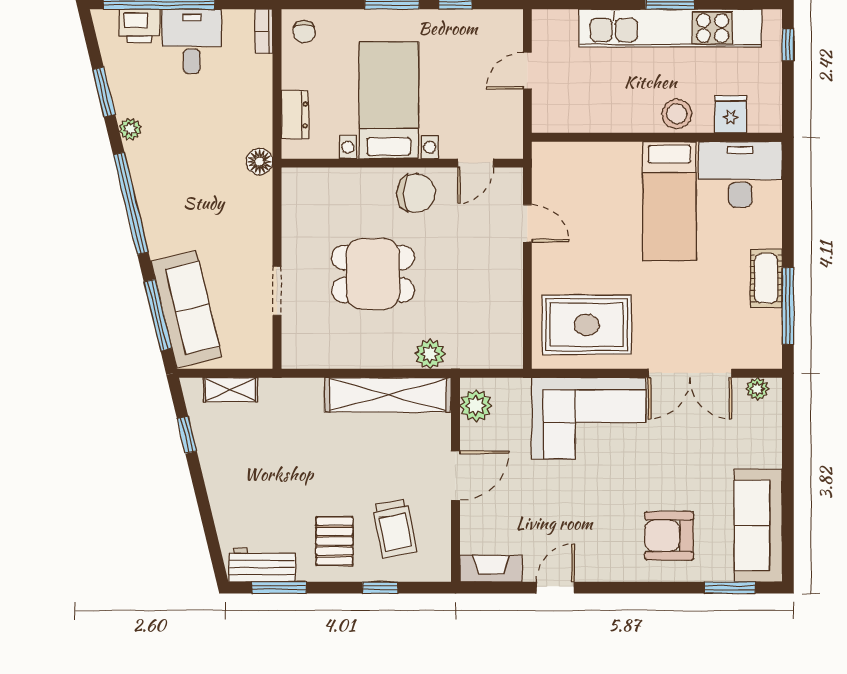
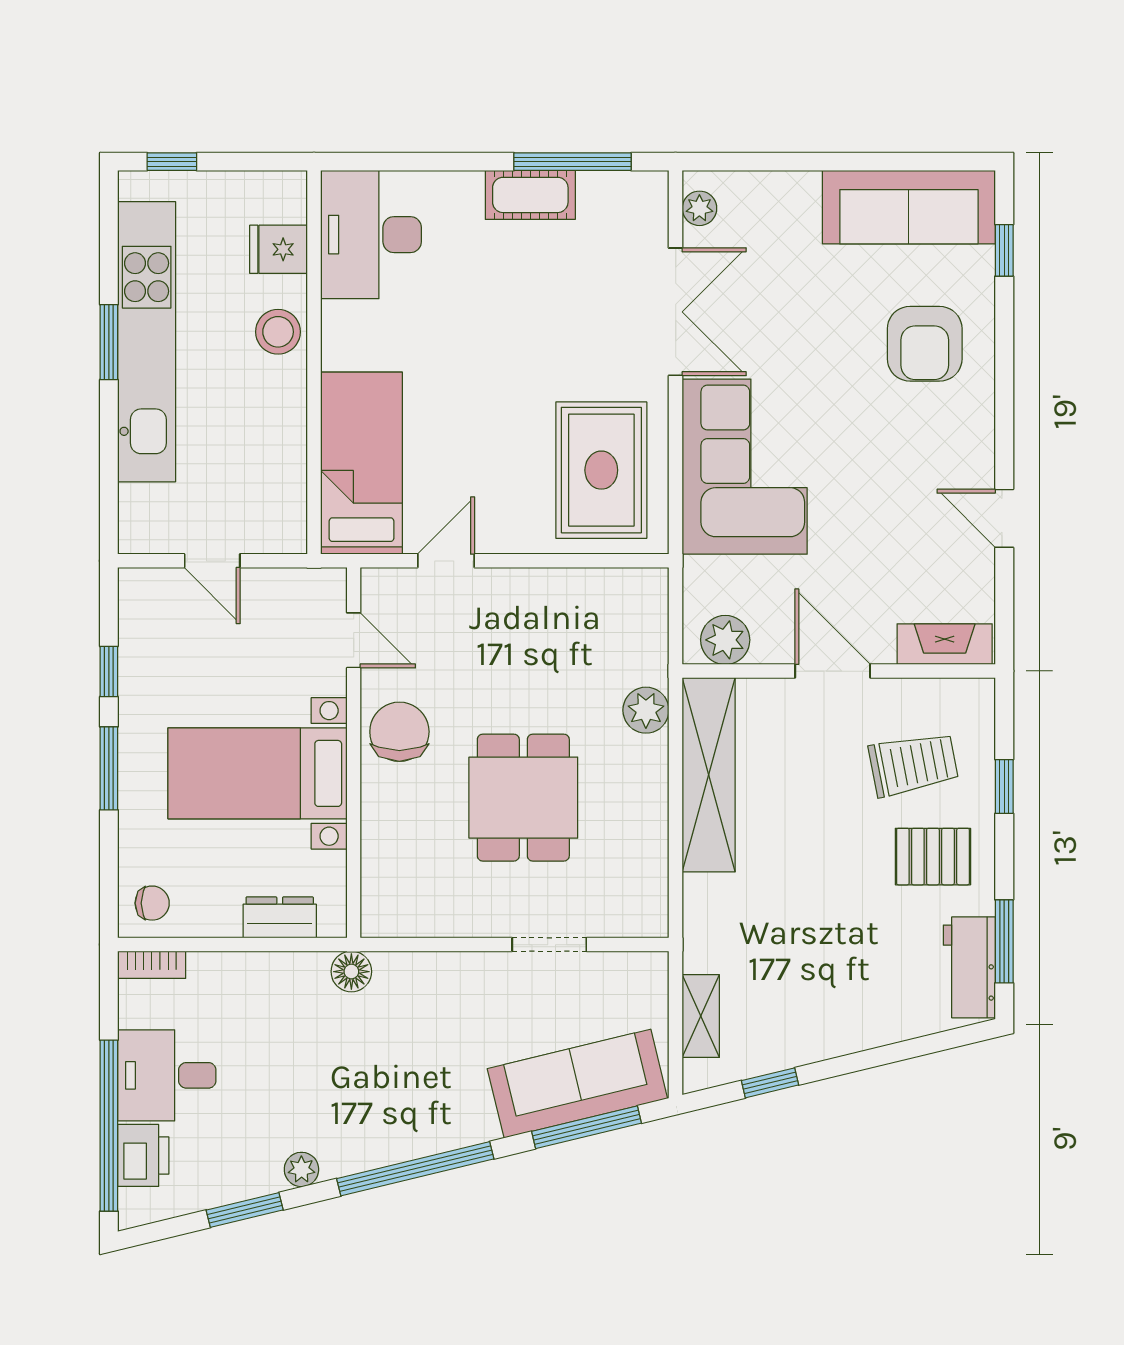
bed: (669, 201) -> (362, 463), moved, turned -90
fireplace: (491, 569) -> (945, 644), moved, turned 90
window: (730, 588) -> (1004, 250), width x0.67

